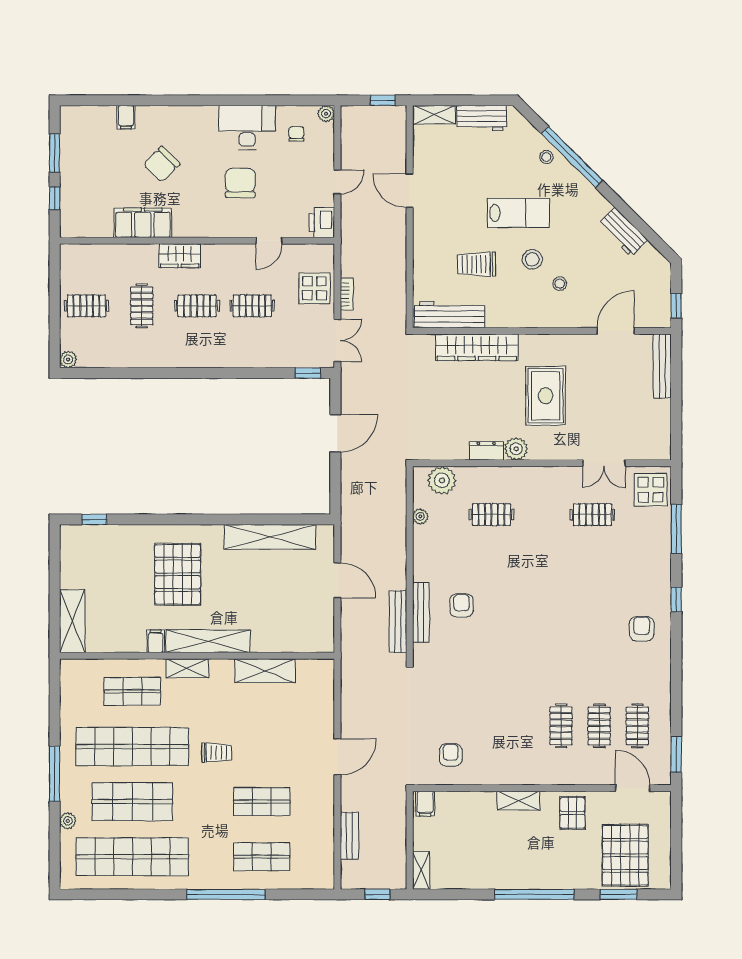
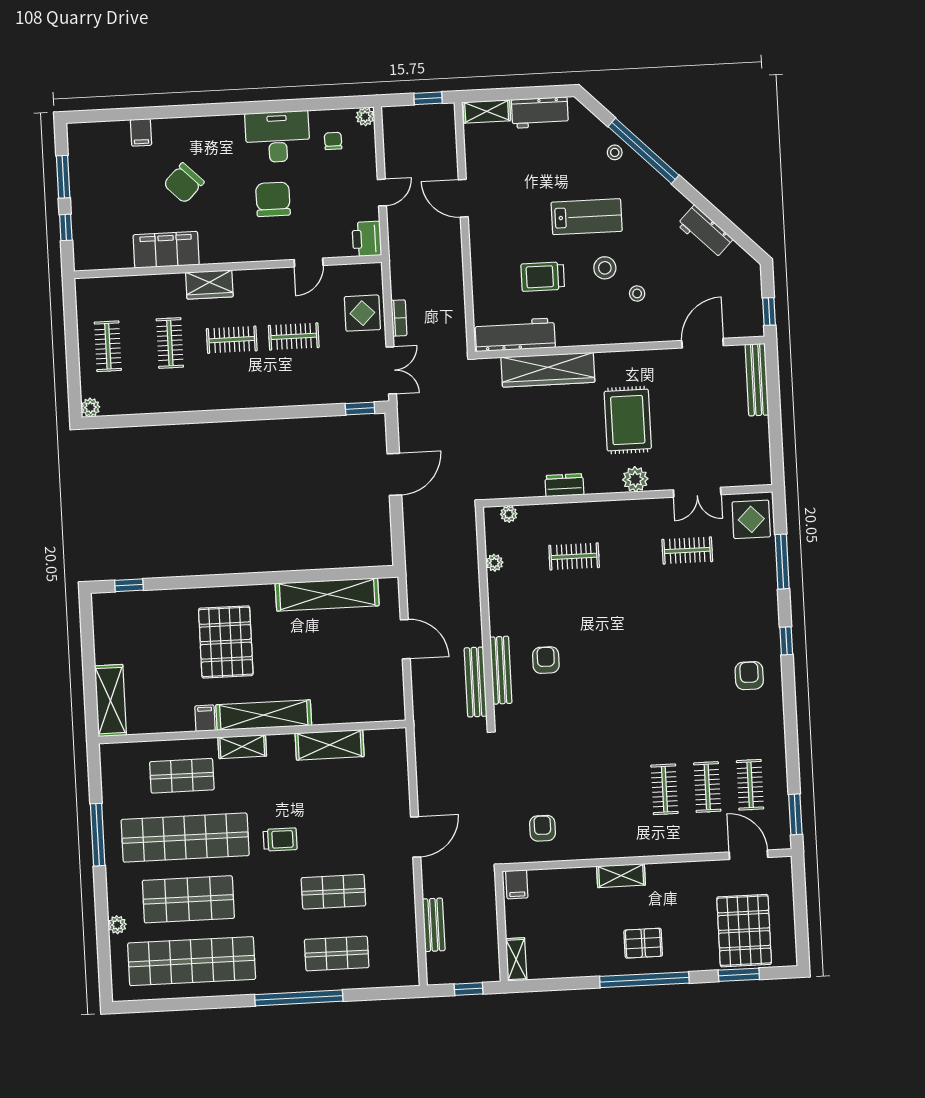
clothes rail: (87, 306) -> (108, 346), turned 90
plant: (516, 449) -> (635, 479), moved
plant: (442, 480) -> (509, 514), width x0.53, depth x0.53
window: (55, 774) -> (98, 835), moved
pallet: (572, 813) -> (643, 943), moved, turned 90

